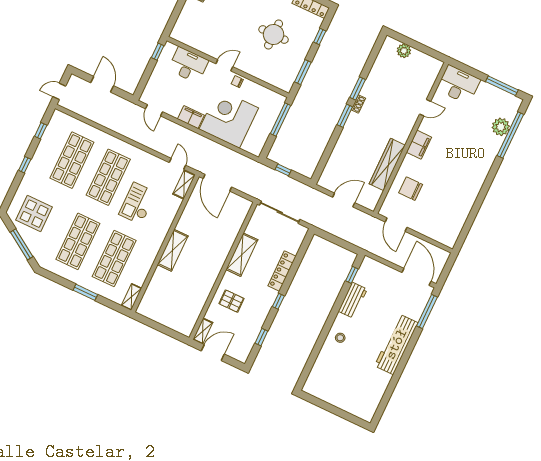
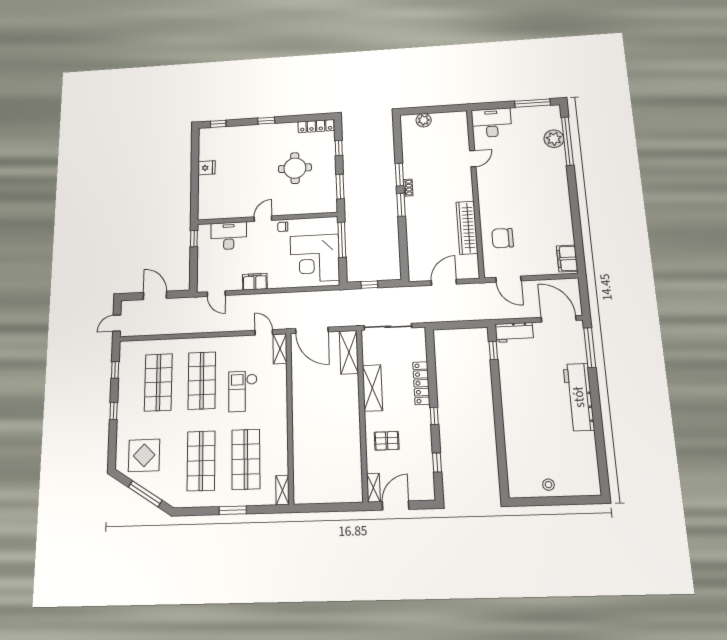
corner desk: (229, 119) -> (315, 258), moved, turned -90
filing cabinet: (419, 145) -> (567, 259), moved, turned 180
shelving: (173, 250) -> (349, 352), moved
workbench: (353, 300) -> (514, 332), moved, turned 90
stool: (340, 338) -> (548, 485), moved

